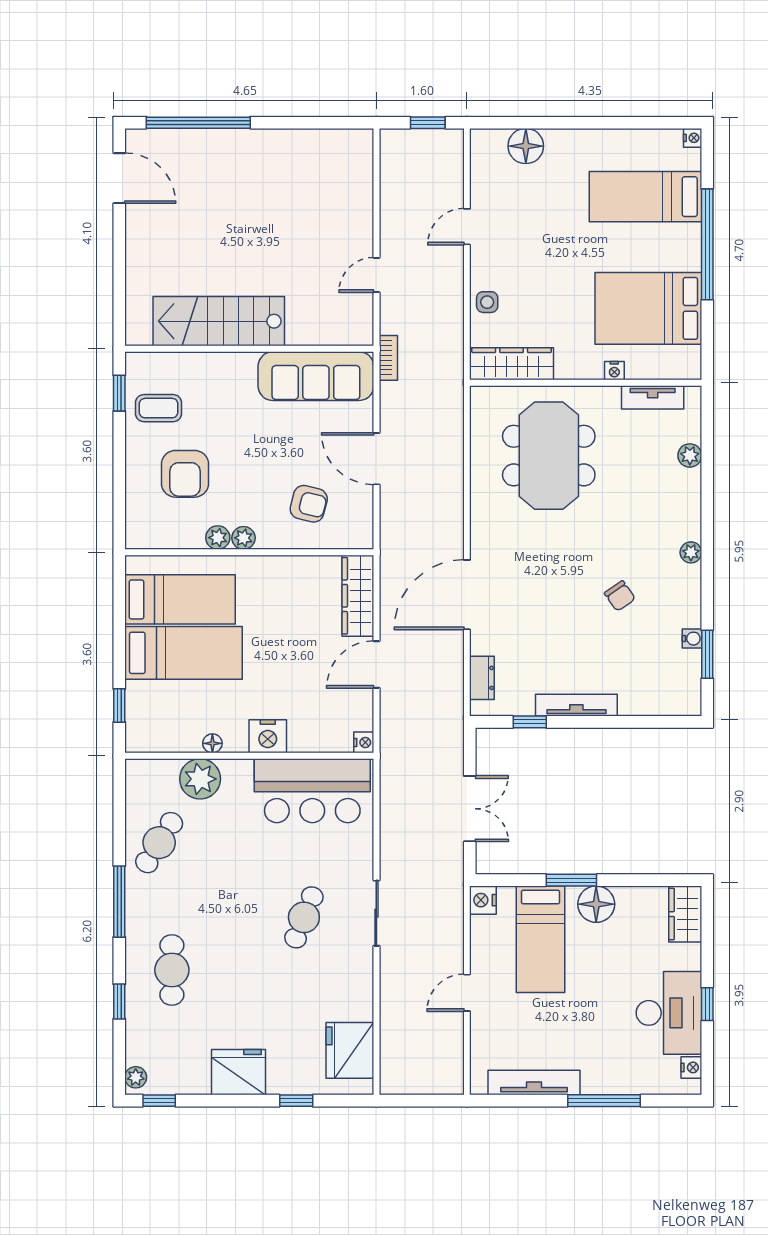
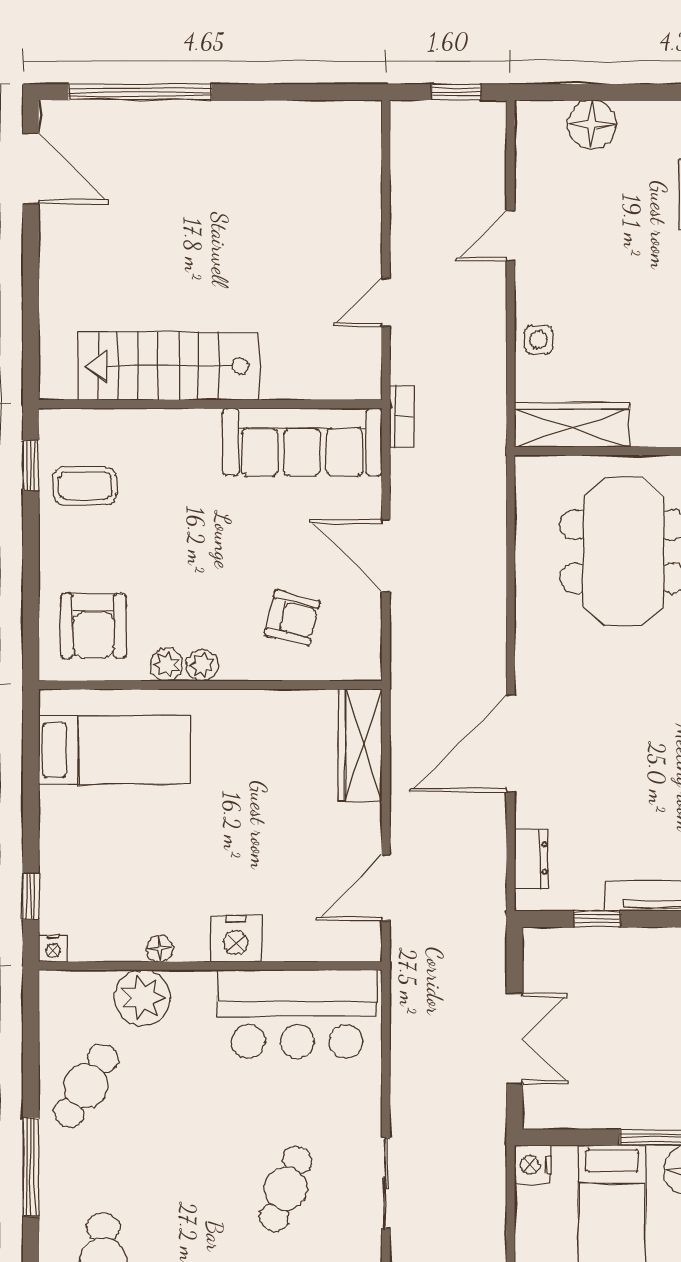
armchair: (185, 474) -> (93, 626), moved
bed: (184, 653) -> (120, 824), removed
door: (376, 665) -> (386, 888), moved
nightstand: (364, 742) -> (53, 948), moved, turned 90

